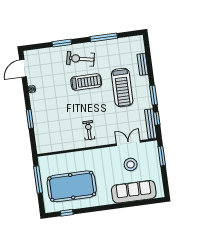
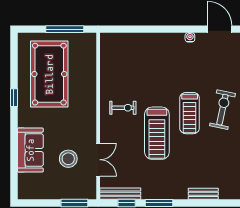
treadmill: (122, 88) -> (157, 133), moved, turned -90
window: (30, 119) -> (149, 29), removed
sofa: (134, 192) -> (30, 150), width x0.73
window: (67, 213) -> (14, 98), moved

